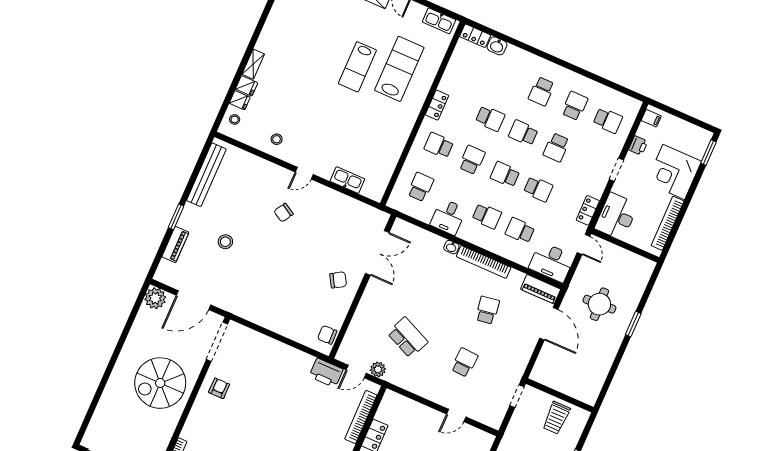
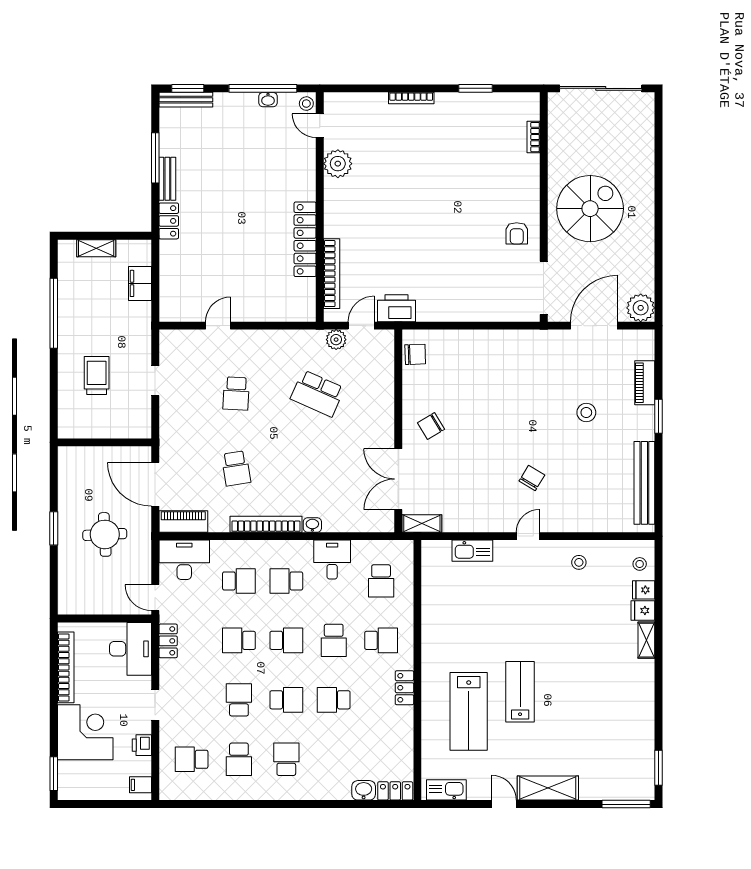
shelving: (374, 215) -> (422, 523), added
wall: (560, 395) -> (105, 442), moved

